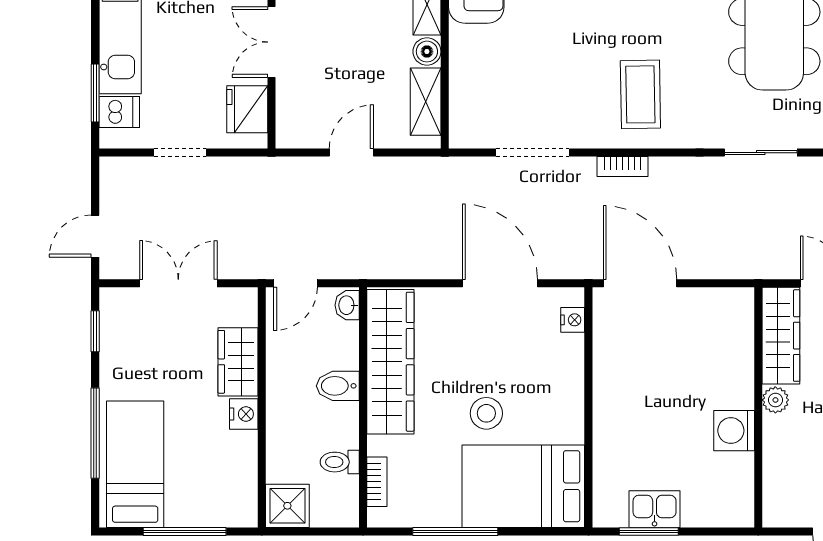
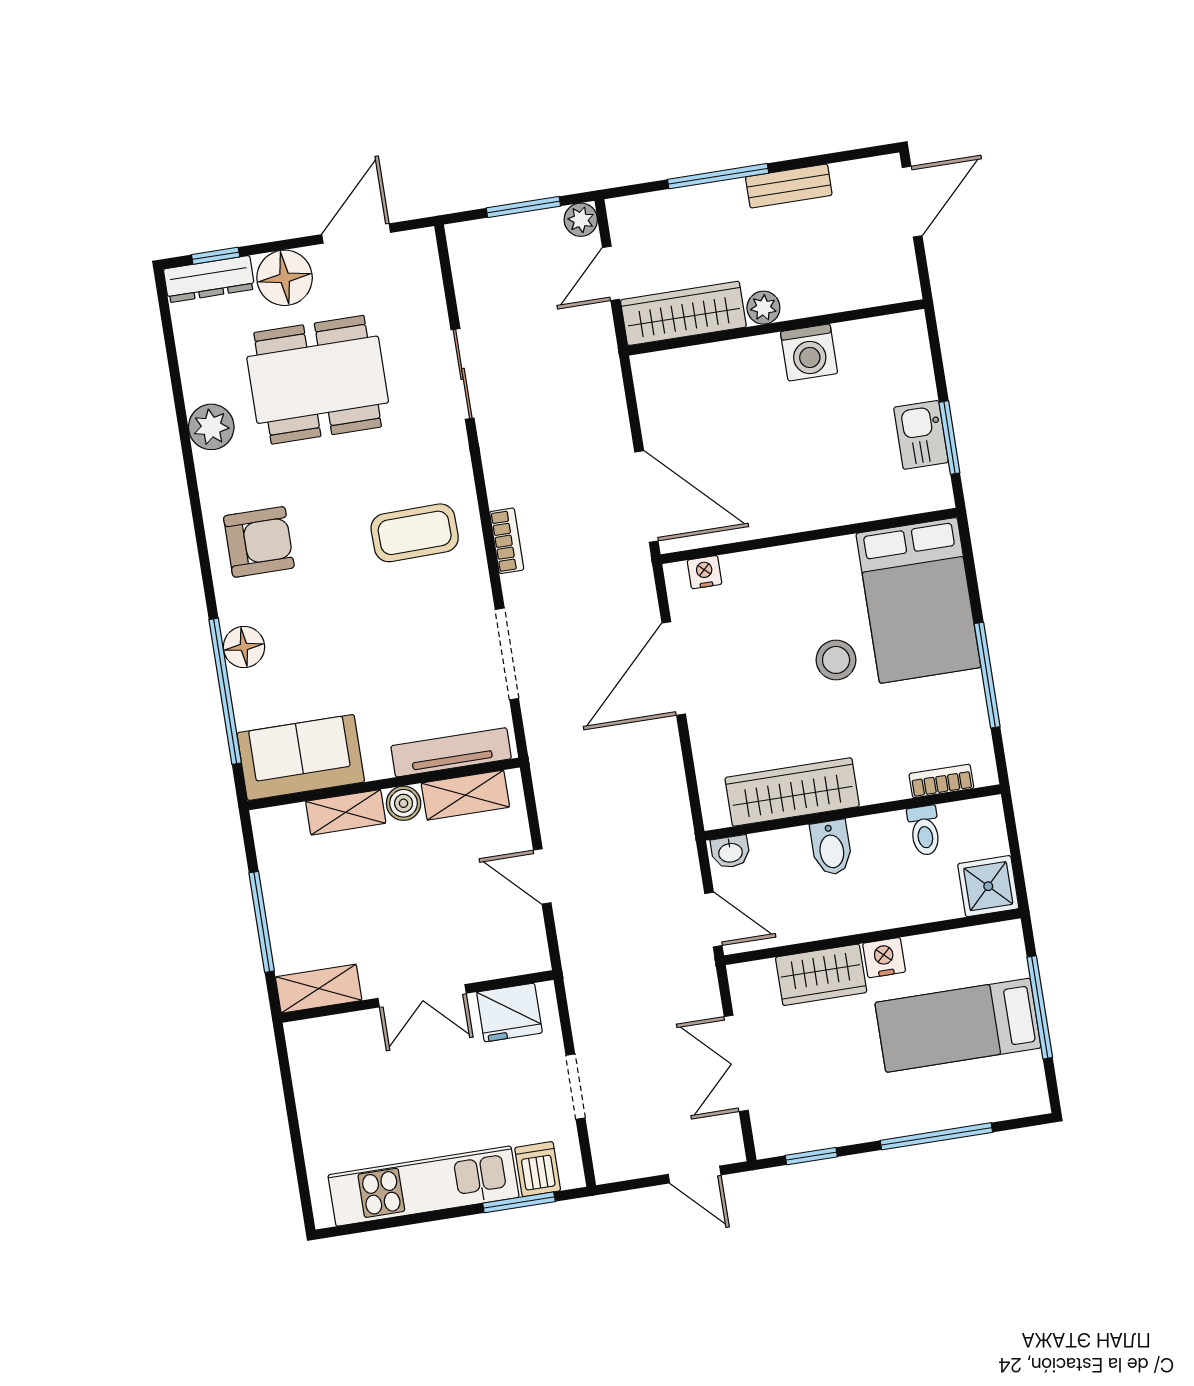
tv unit: (461, 96) -> (451, 752), added
door: (640, 283) -> (646, 497), swing flipped
wardrobe: (390, 362) -> (792, 792), width x0.71, depth x0.85
bed: (135, 464) -> (958, 1025), moved

